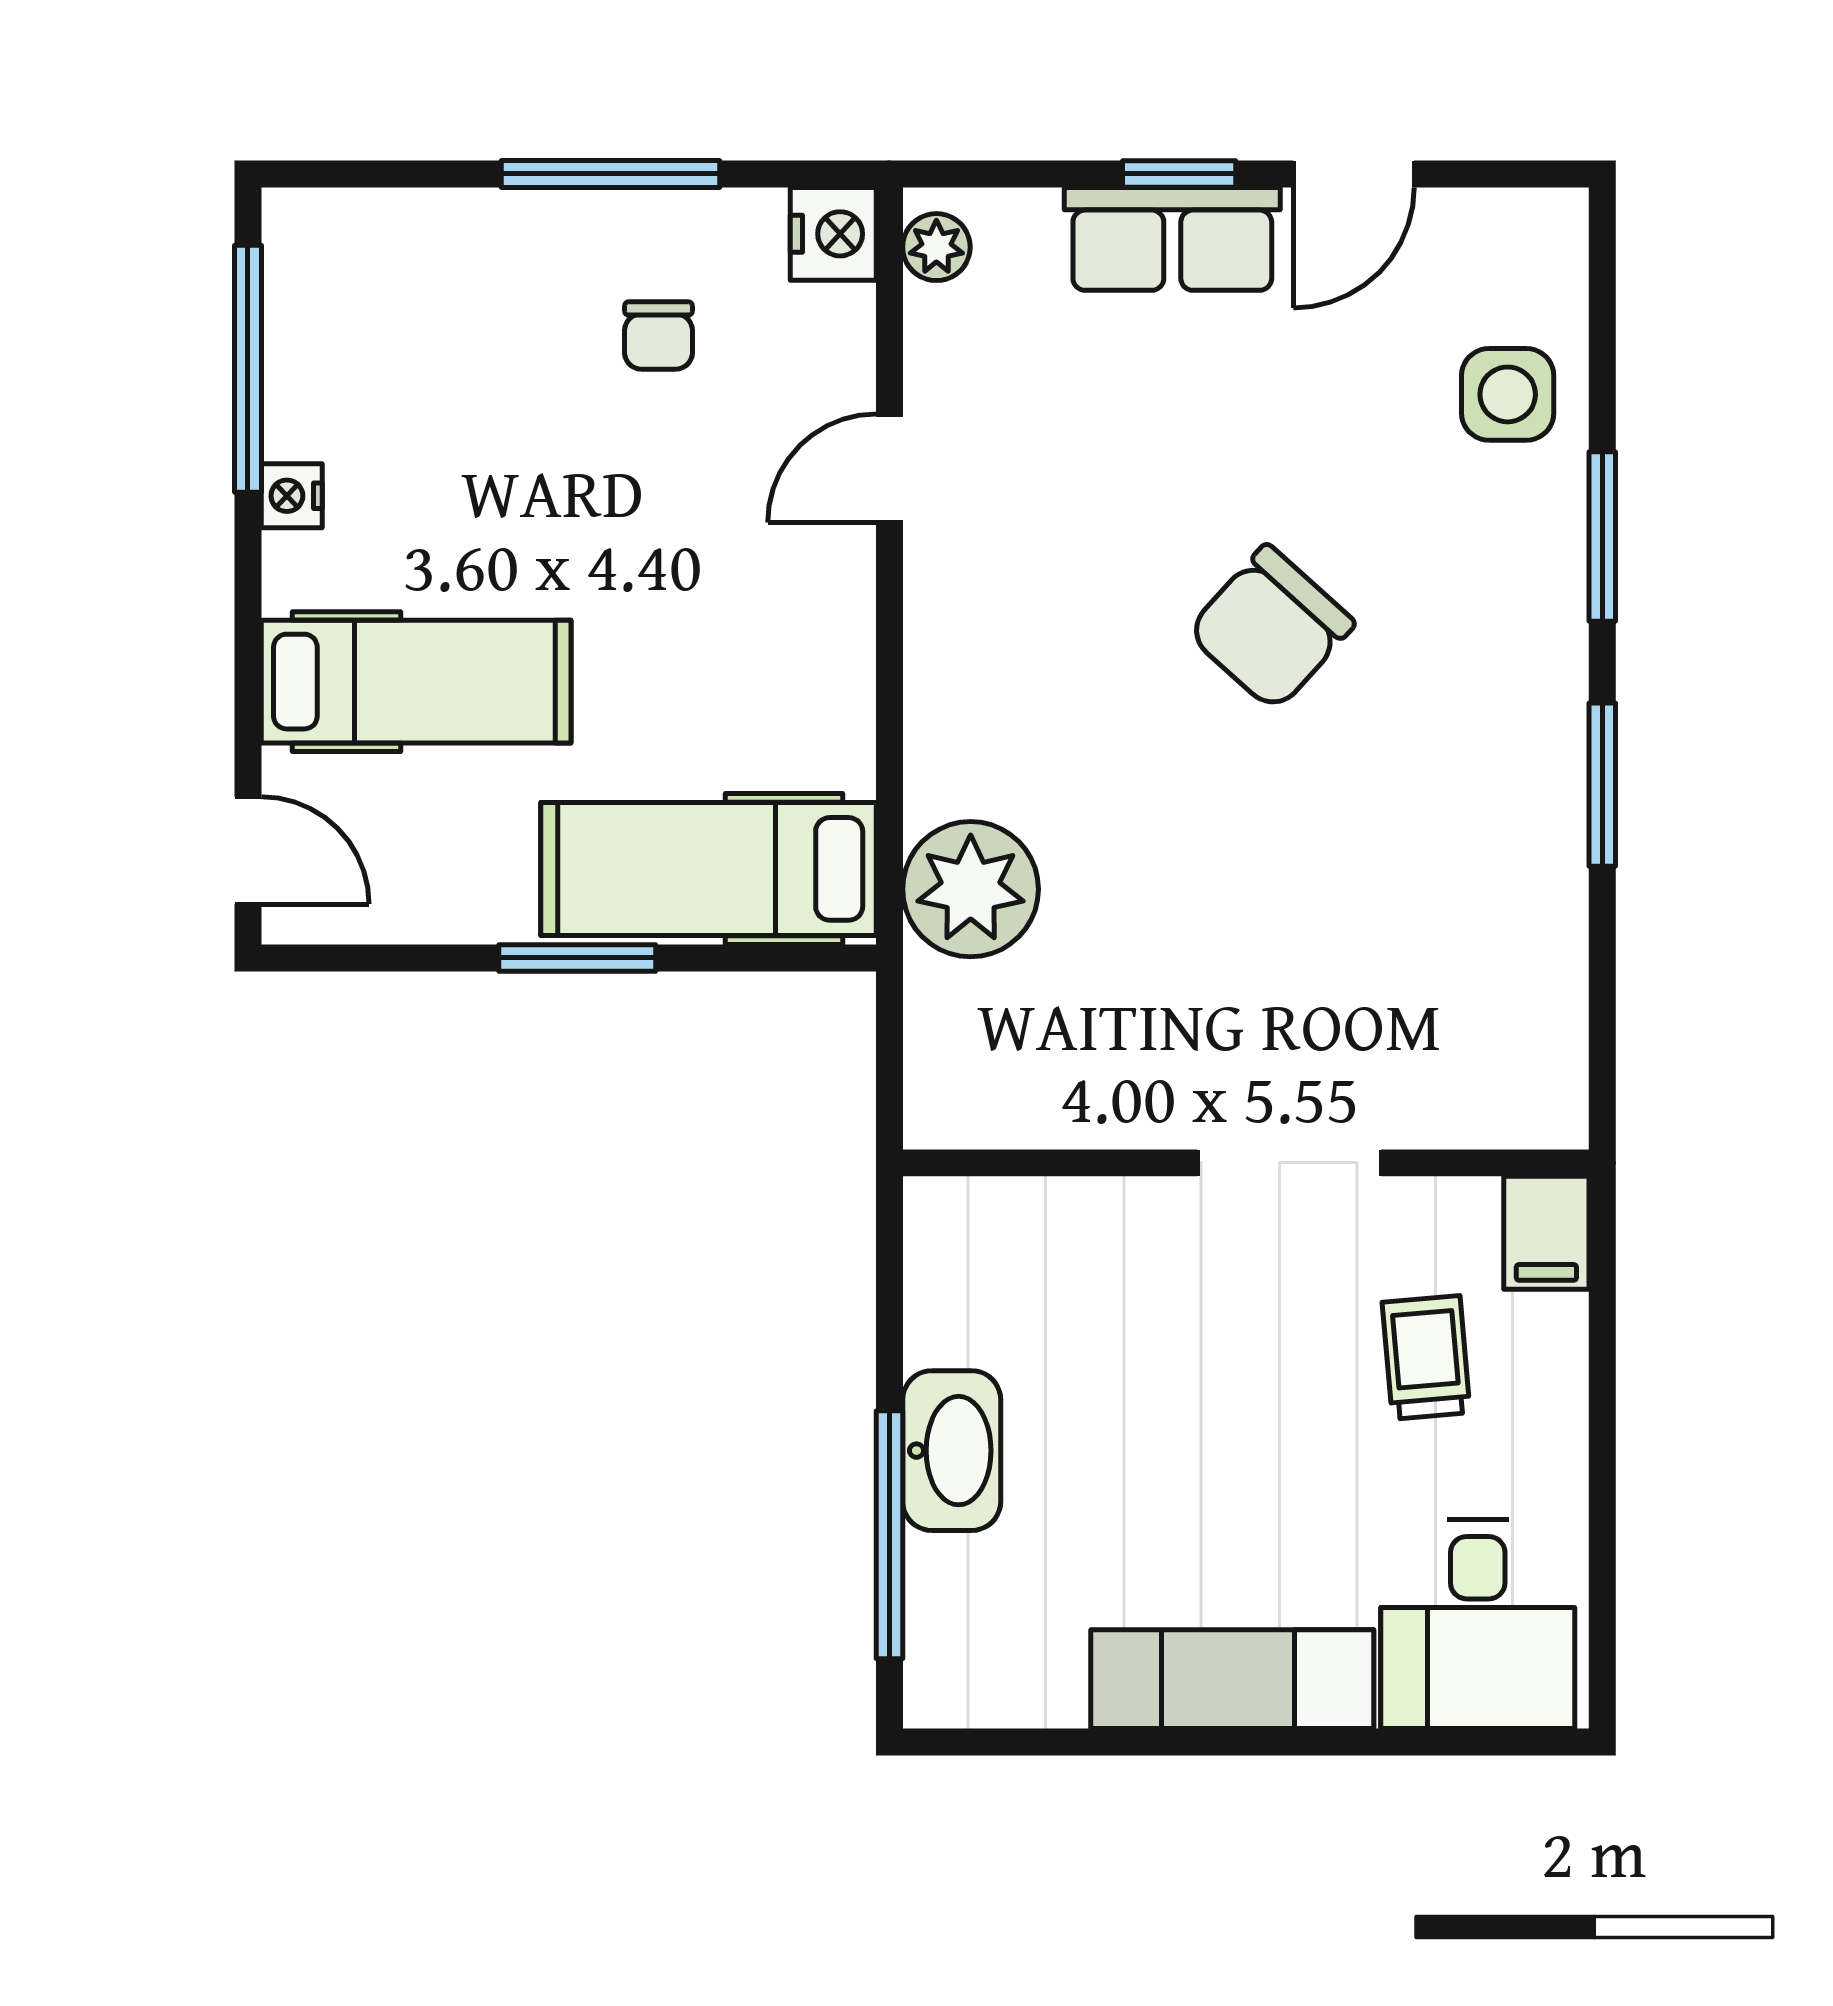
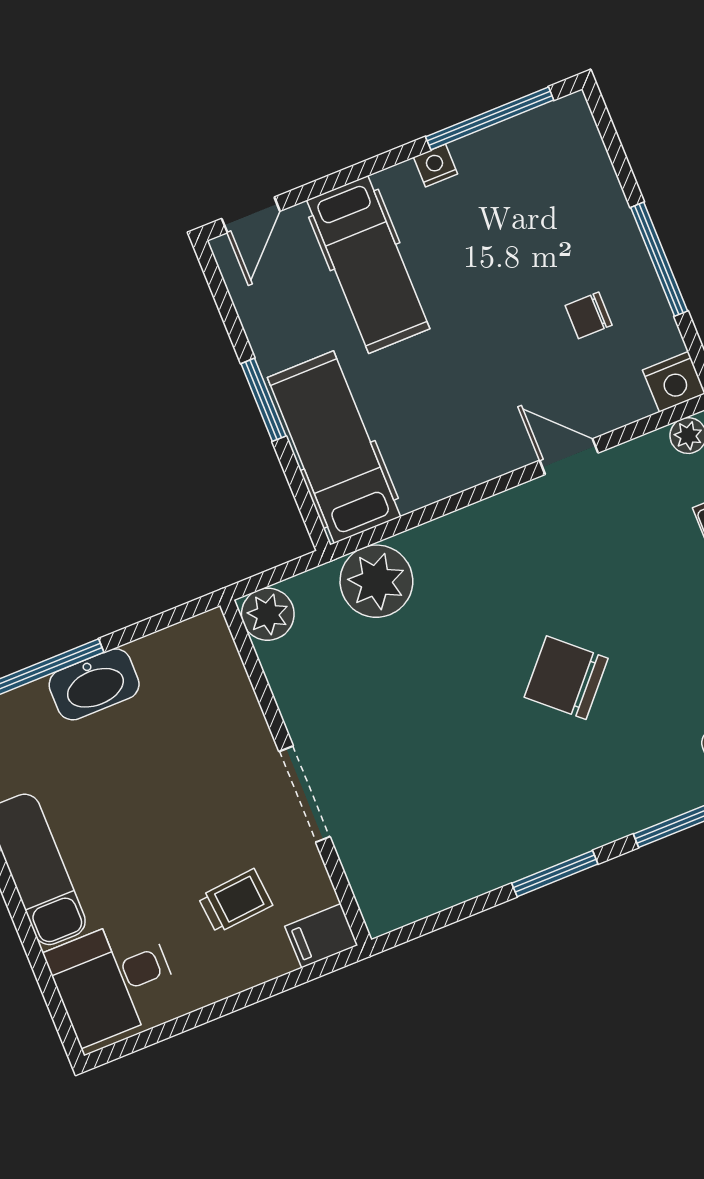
plant: (952, 1101) -> (268, 614), added

